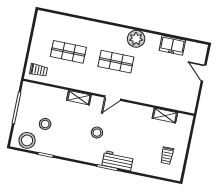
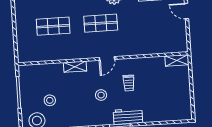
trolley: (39, 70) -> (30, 51), removed
shelving: (165, 116) -> (177, 60), moved
trolley: (167, 156) -> (129, 83), moved

